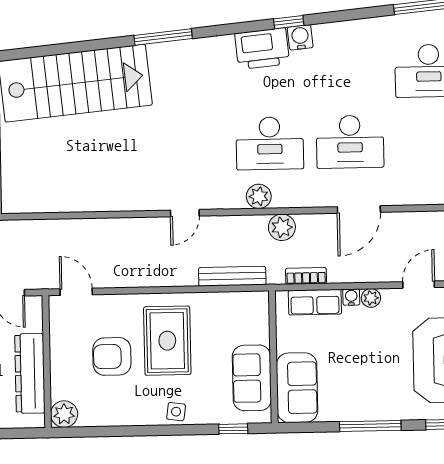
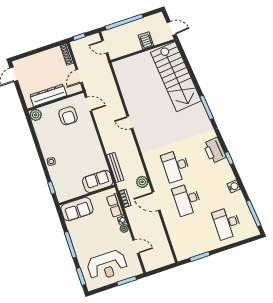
water cooler: (300, 37) -> (234, 186), moved
plant: (259, 196) -> (152, 168), removed
door: (359, 209) -> (156, 201), moved
door: (185, 213) -> (130, 122), moved
door: (76, 292) -> (89, 104), hinge flipped
rug: (167, 341) -> (80, 149), removed
armchair: (112, 356) -> (68, 116), moved, turned 180
sofa: (252, 378) -> (98, 181), moved

